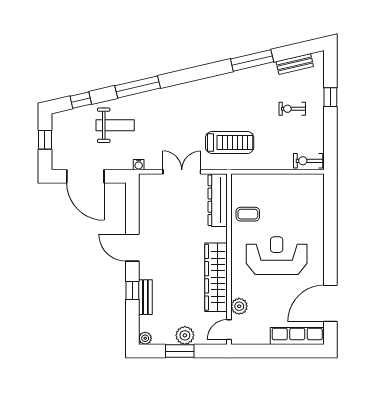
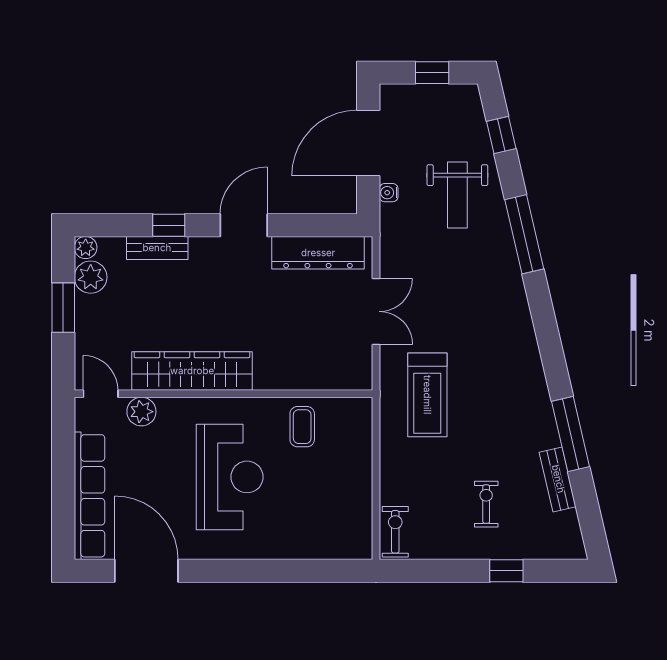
bench: (295, 64) -> (558, 479), moved
water cooler: (139, 165) -> (389, 193), moved
dresser: (218, 200) -> (318, 253), moved, turned 180
plant: (185, 335) -> (91, 277), moved
row of seats: (297, 336) -> (89, 496), width x1.36

